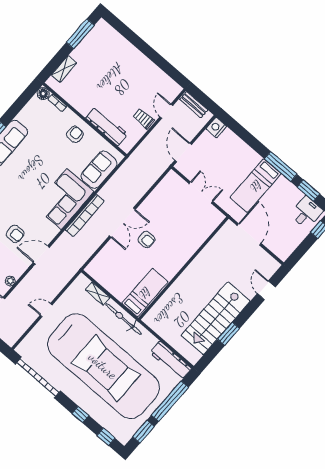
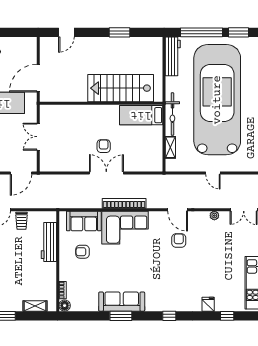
armchair: (75, 134) -> (83, 252), moved
stairs: (216, 318) -> (121, 88), moved, turned 180

